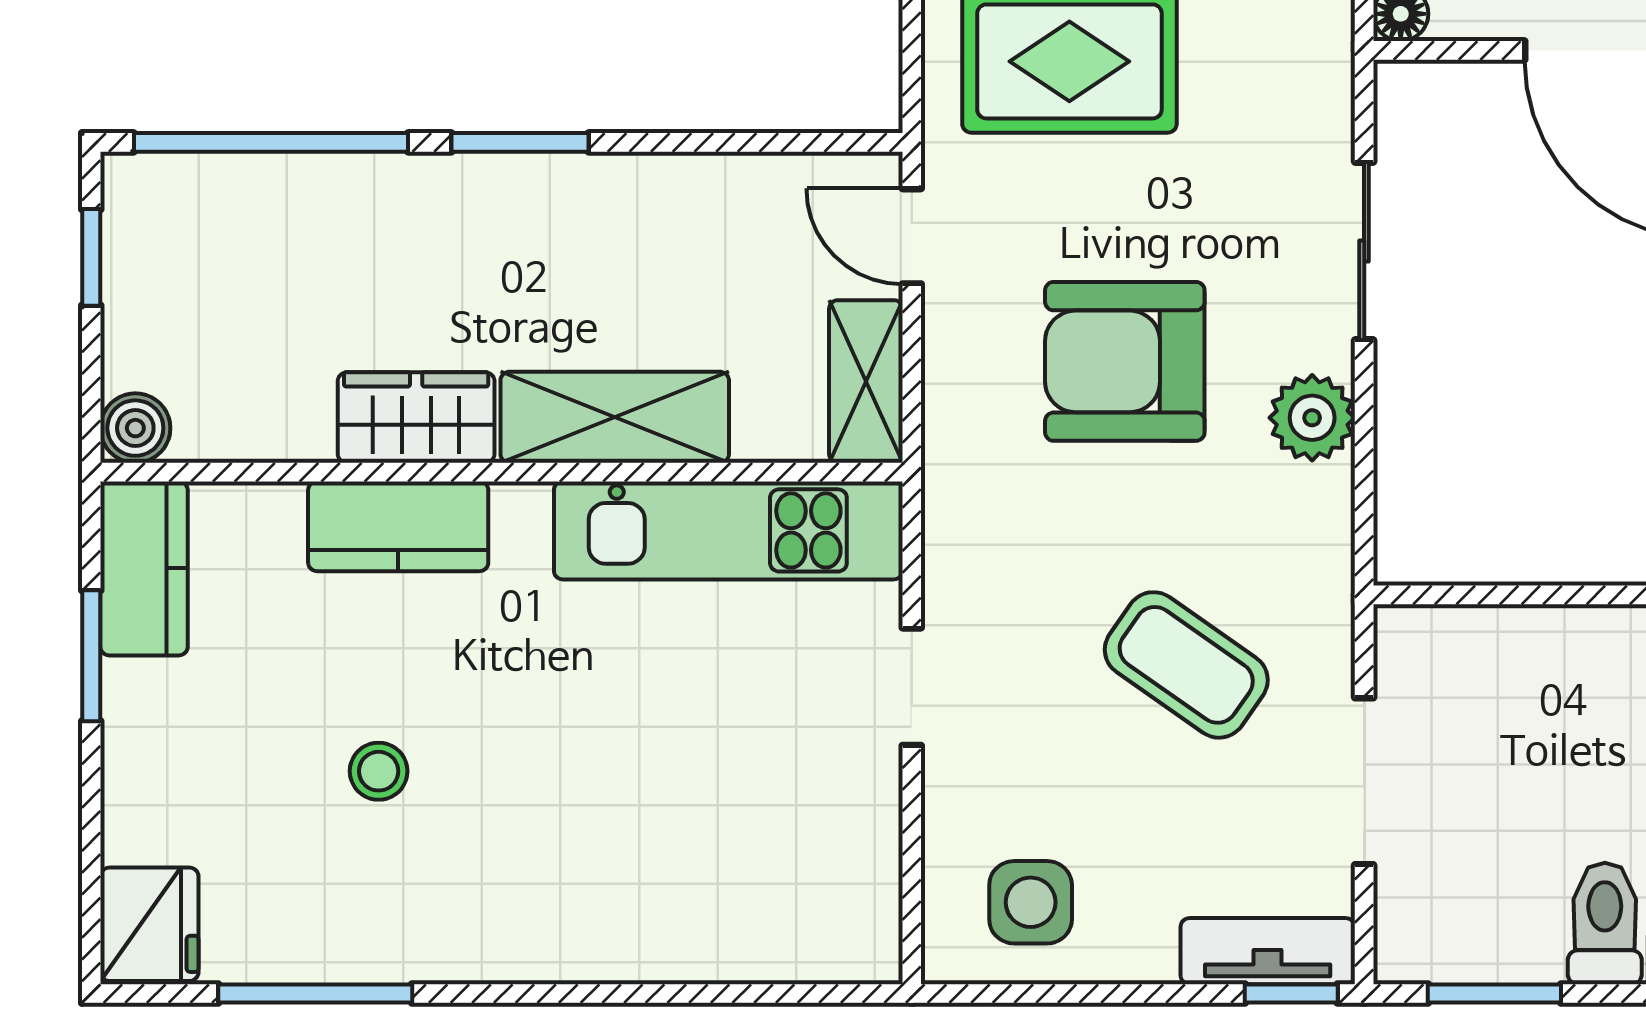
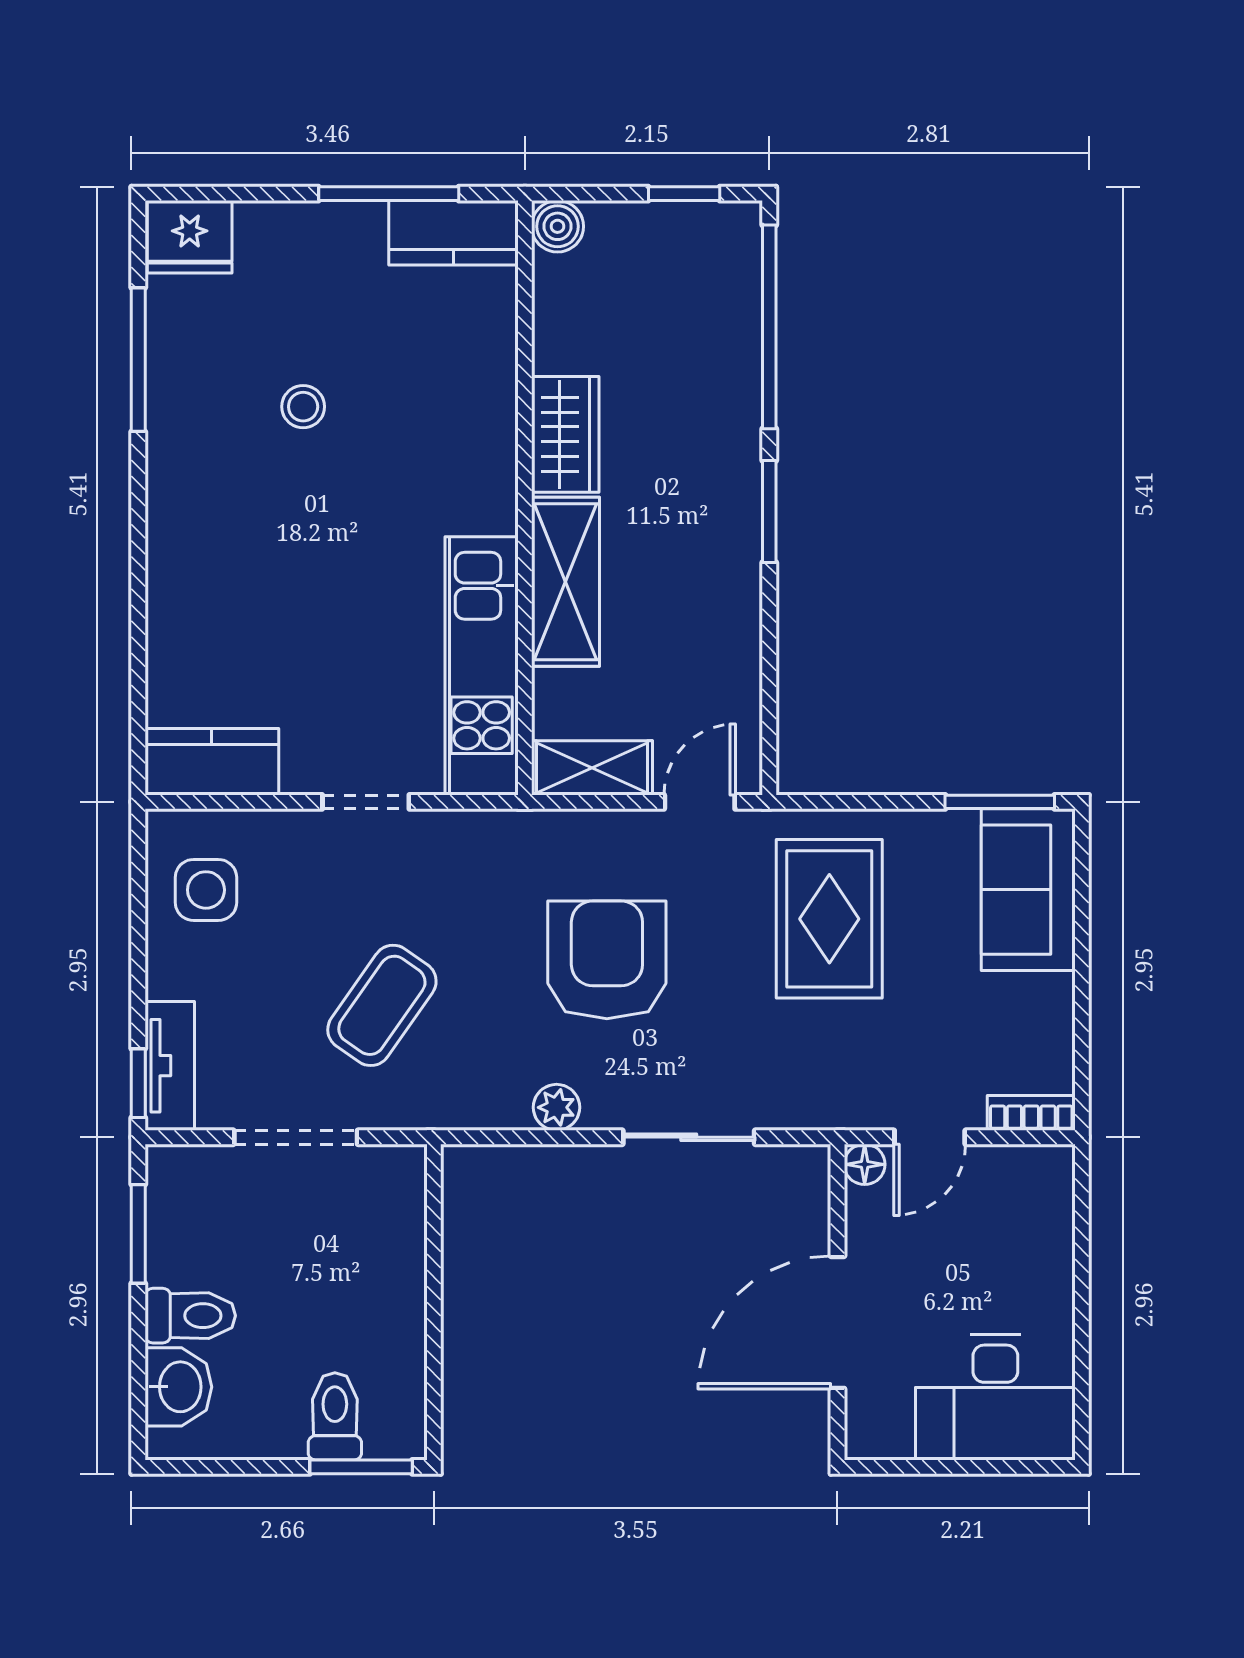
plant: (1312, 418) -> (556, 1107), width x0.73, depth x0.73
kitchen counter: (398, 526) -> (212, 762), moved, turned 90
window: (91, 656) -> (389, 194), width x1.44

